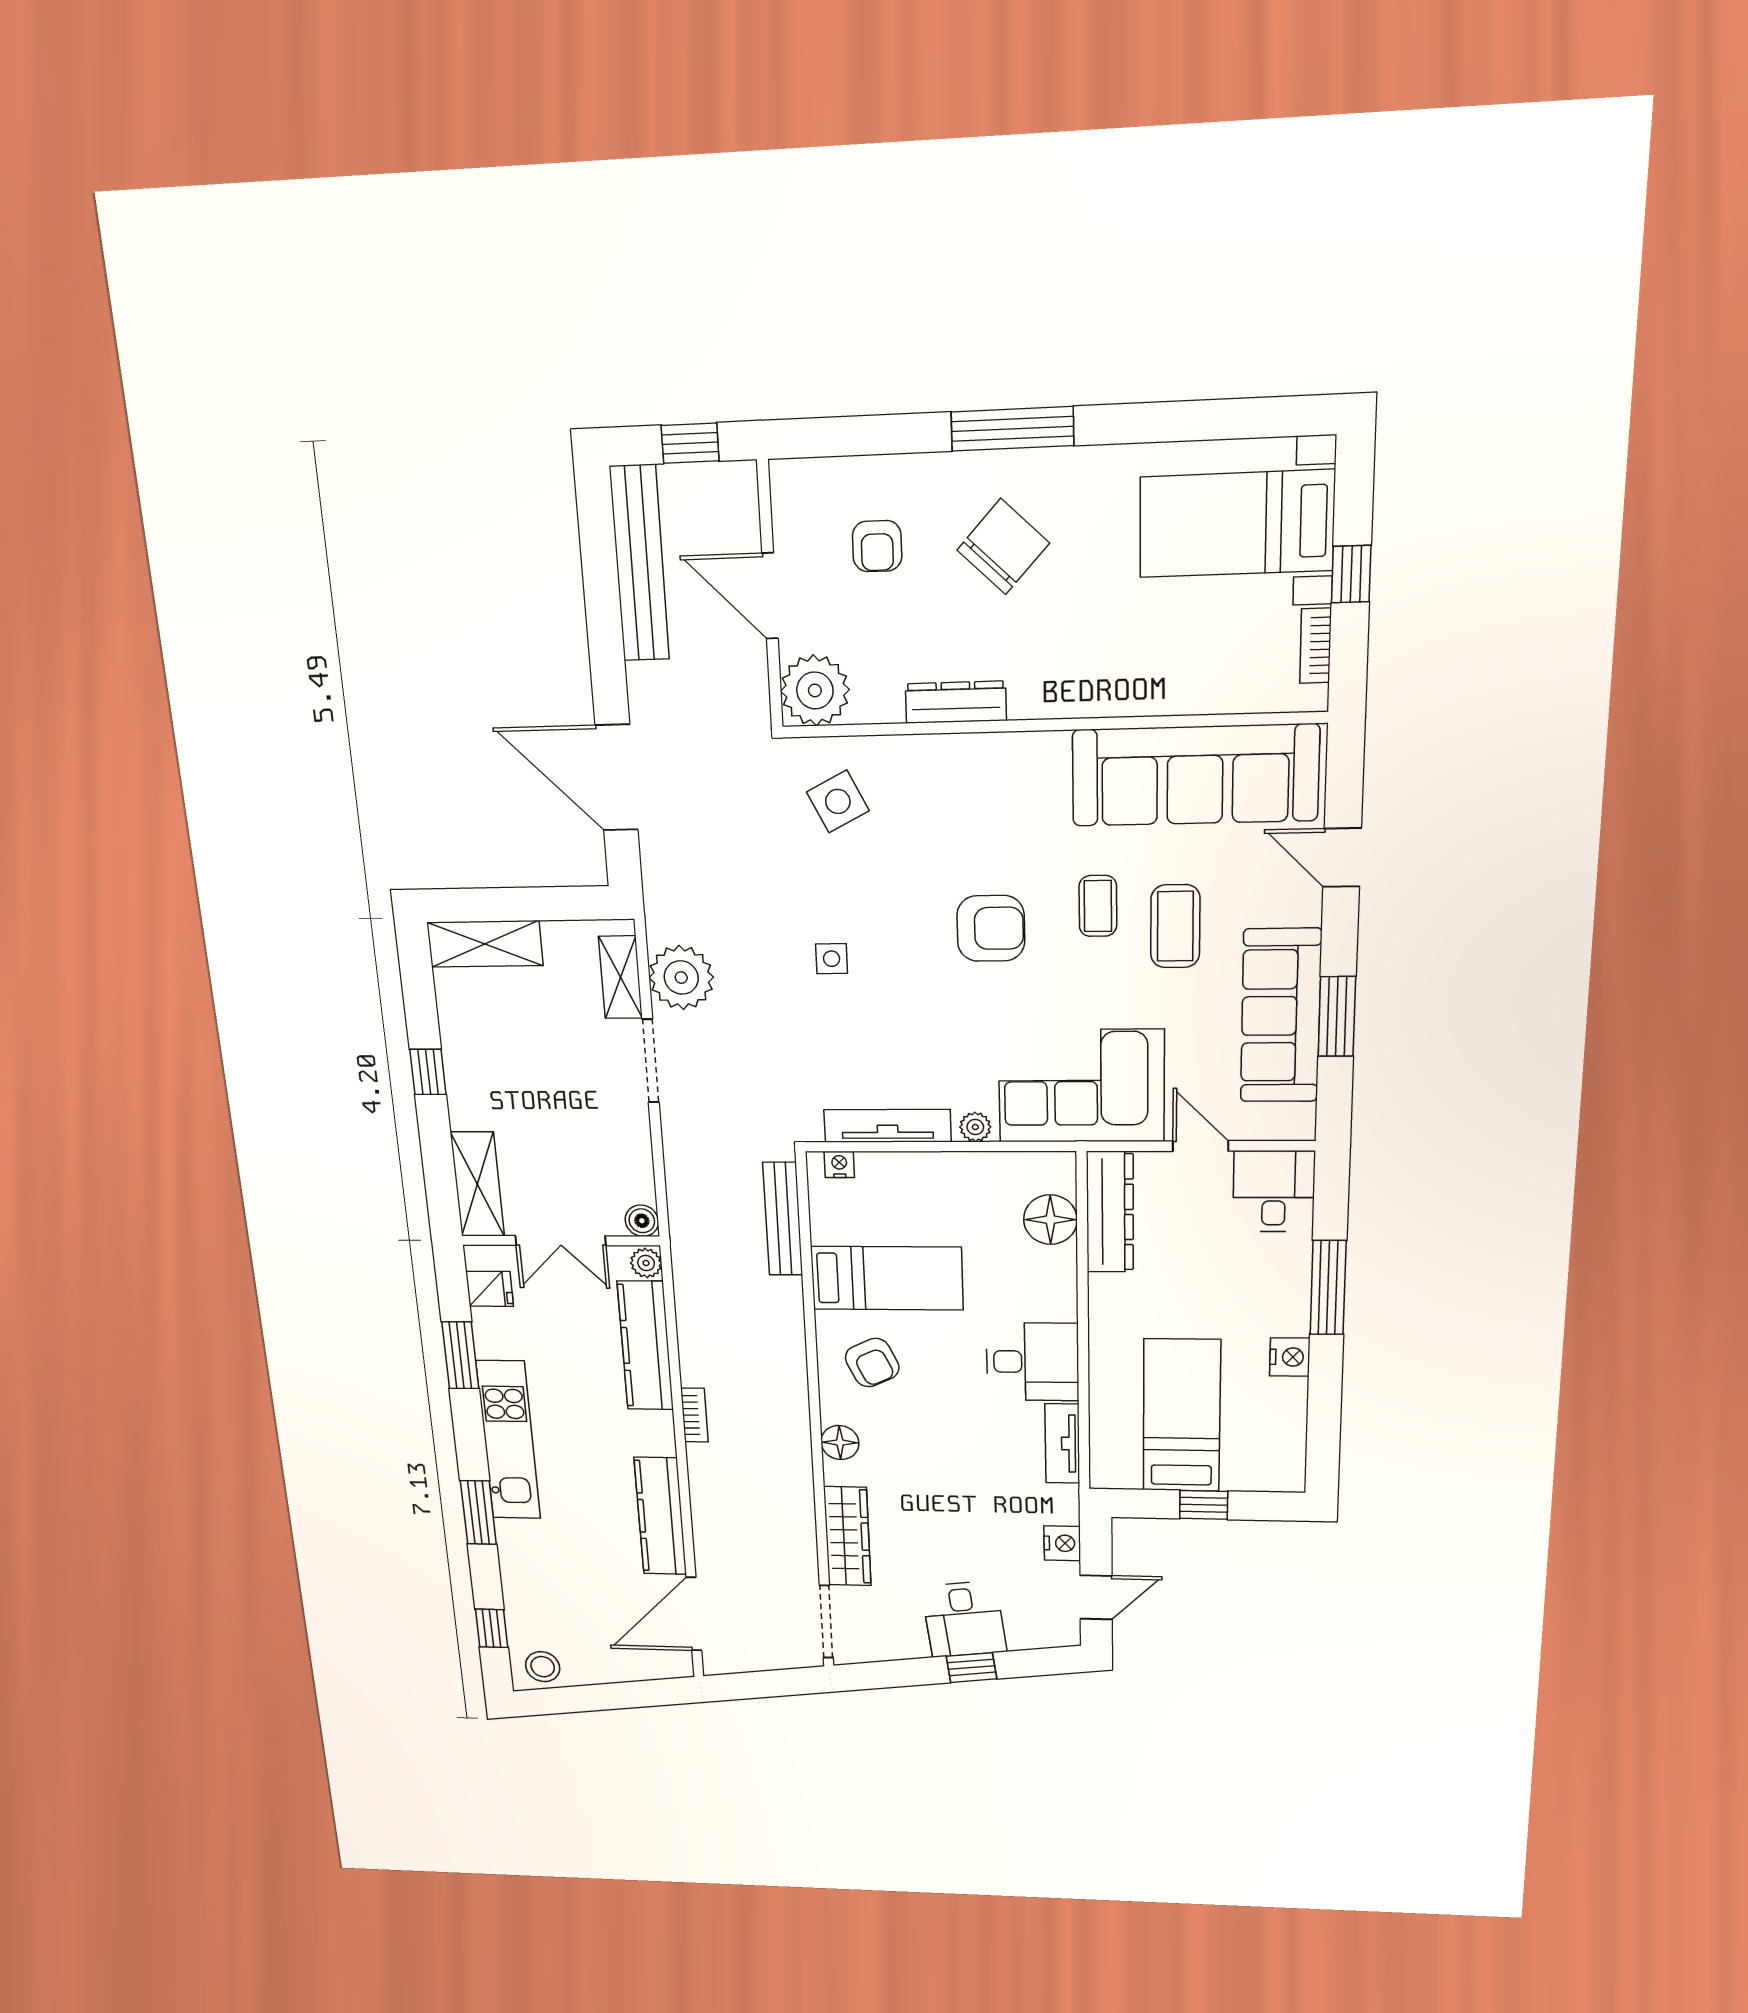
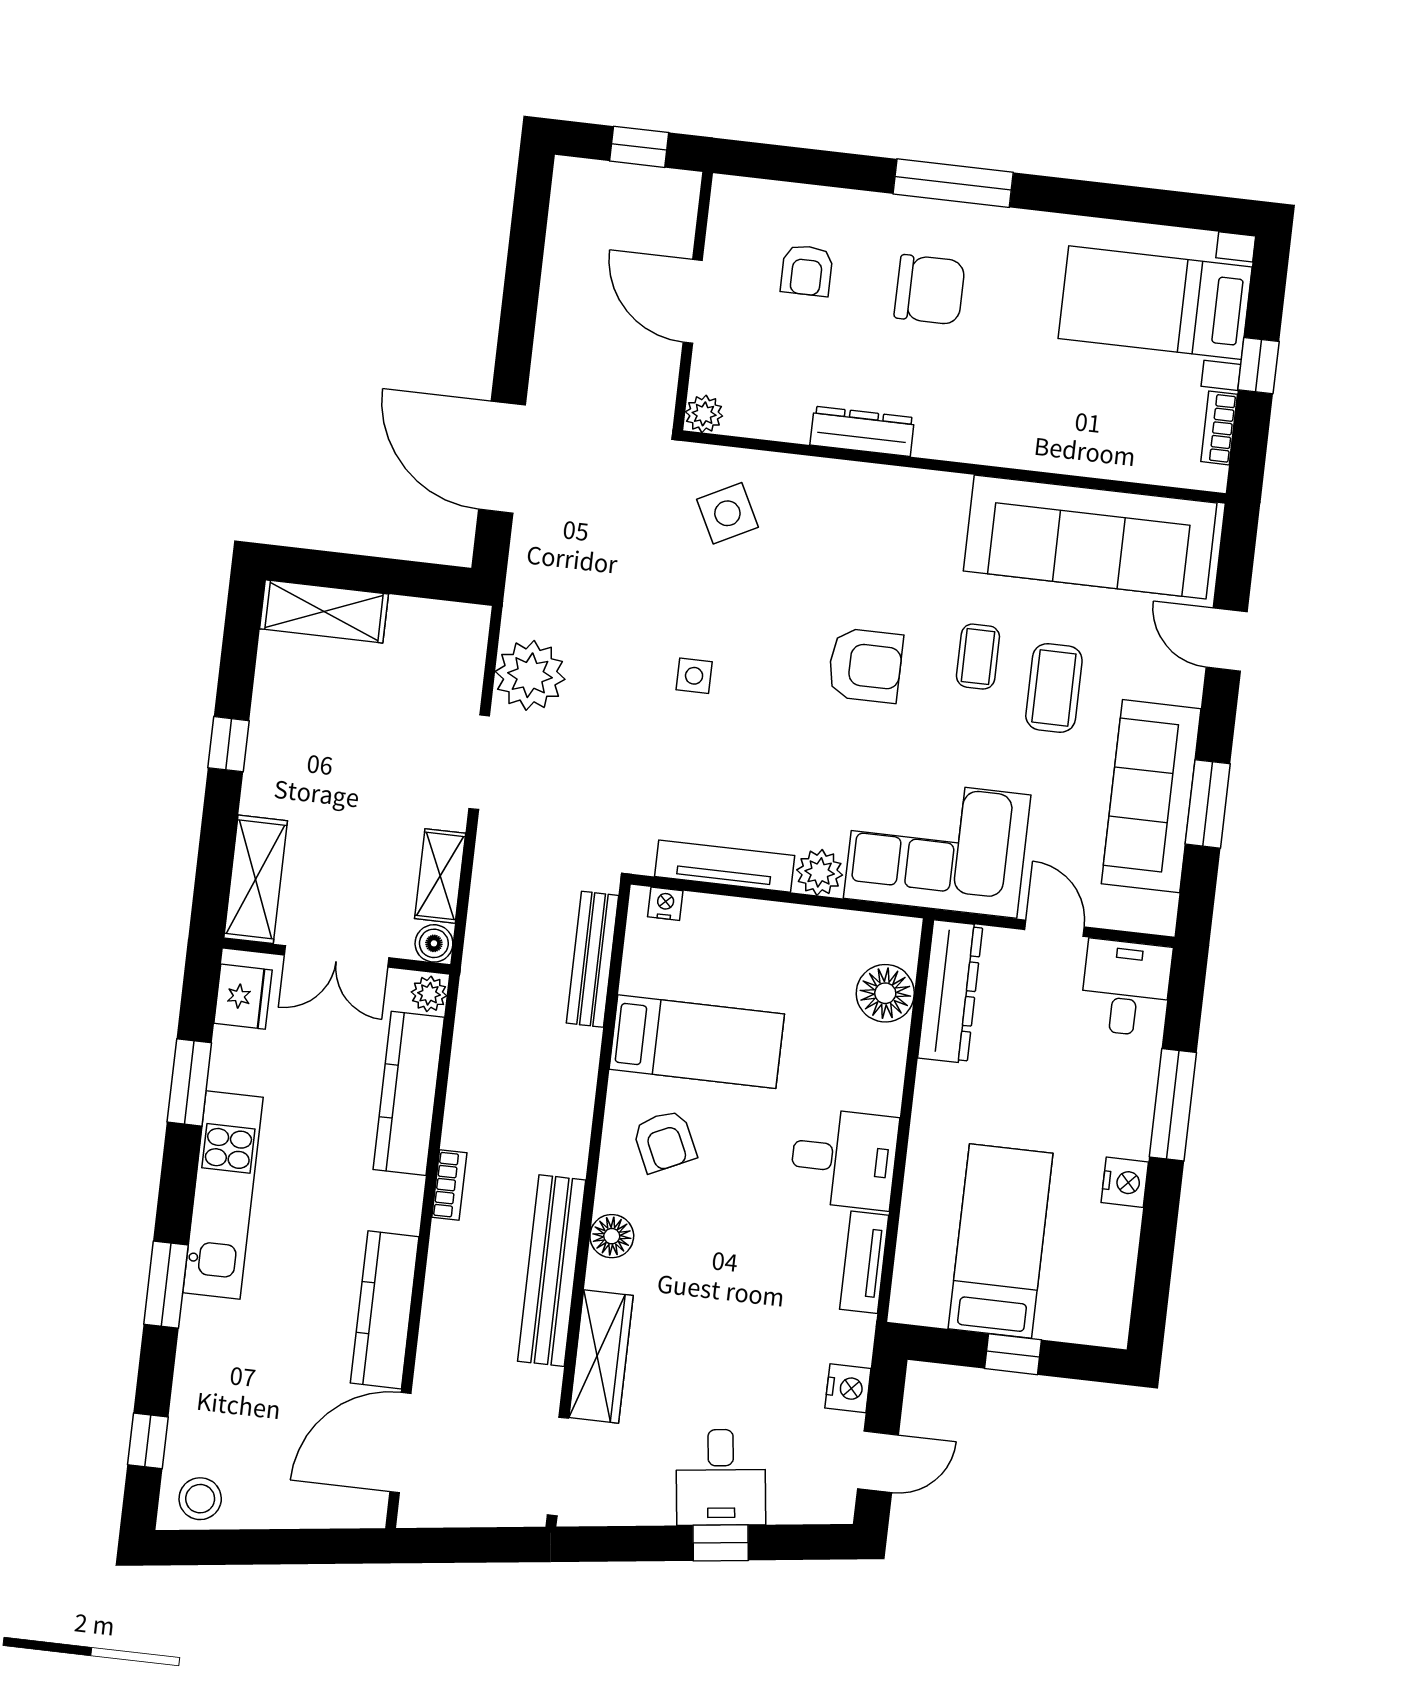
chair: (1003, 547) -> (930, 290), turned 47
bench: (640, 564) -> (552, 1271), moved
plant: (815, 690) -> (704, 414), width x0.53, depth x0.53
shelving: (620, 977) -> (440, 876), moved
plant: (975, 1127) -> (820, 872), width x1.38, depth x1.38
fridge: (490, 1289) -> (243, 997), width x1.38

